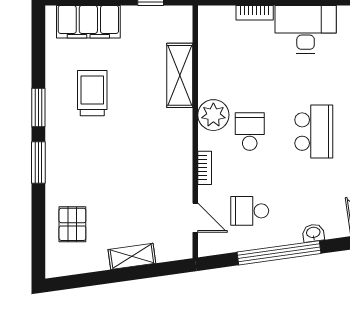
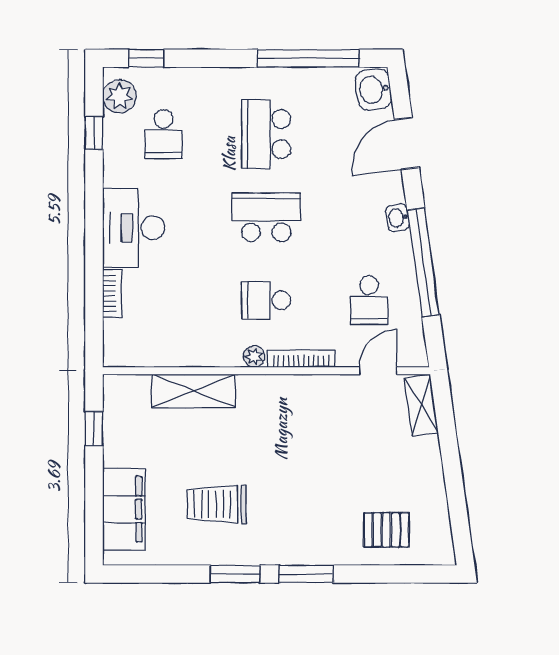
plant: (213, 115) -> (254, 357), width x0.53, depth x0.53
bookcase: (205, 168) -> (301, 359), width x1.56
shelving: (132, 256) -> (421, 405), moved

